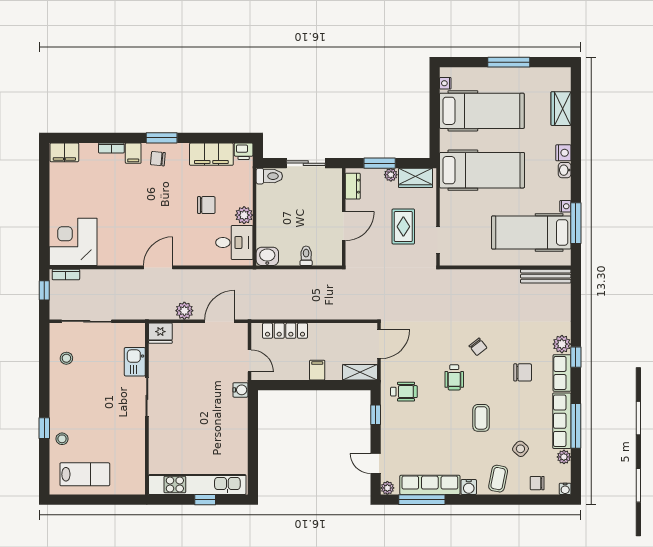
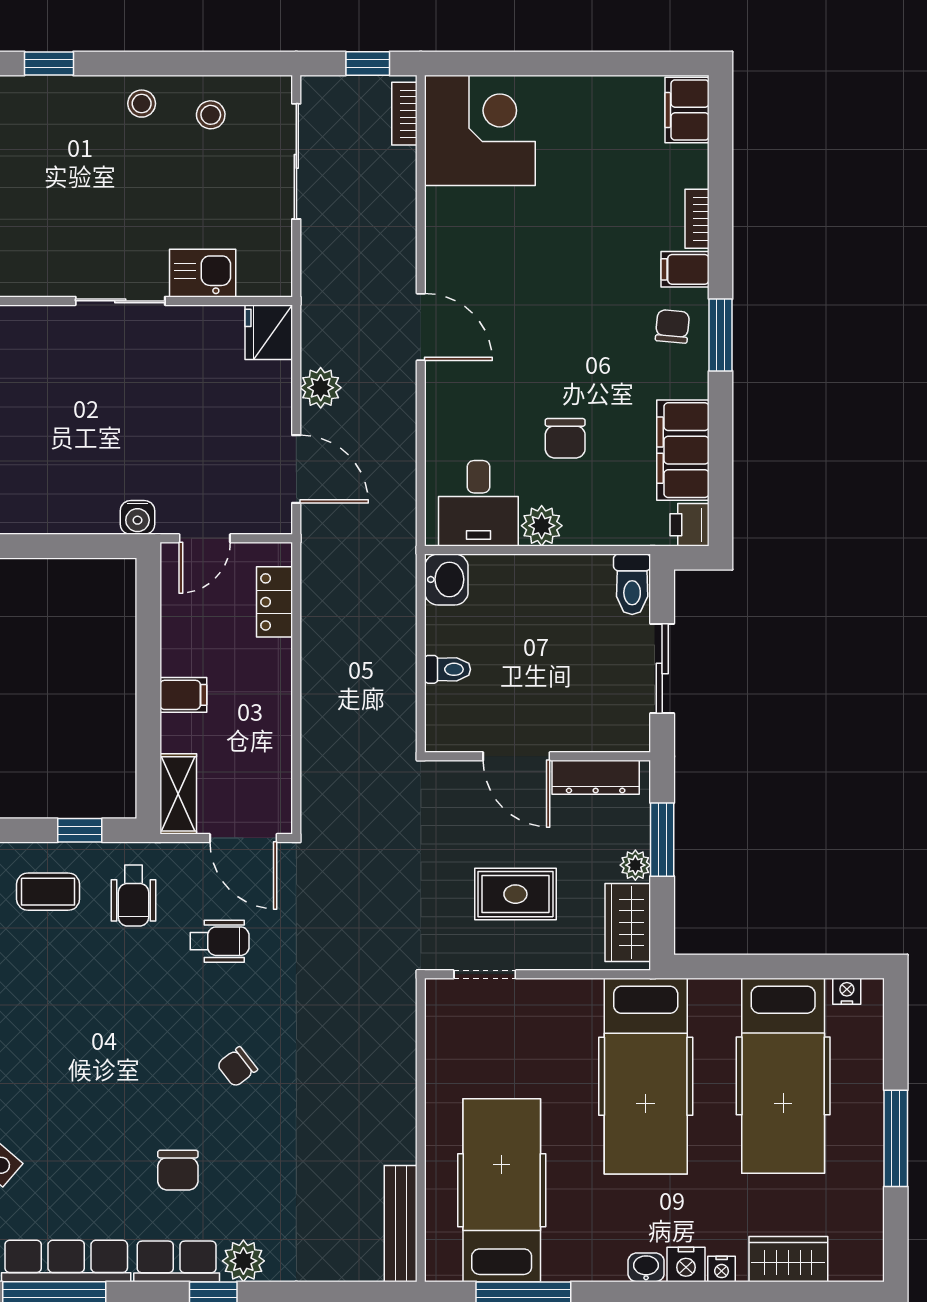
dresser: (353, 186) -> (596, 777), width x1.44
nightstand: (565, 206) -> (722, 1269), moved
locker: (285, 331) -> (275, 602), width x0.66
wheelchair: (454, 377) -> (220, 941), moved, turned 180
coffee table: (481, 418) -> (48, 892), moved
stool: (62, 439) -> (142, 104), moved

